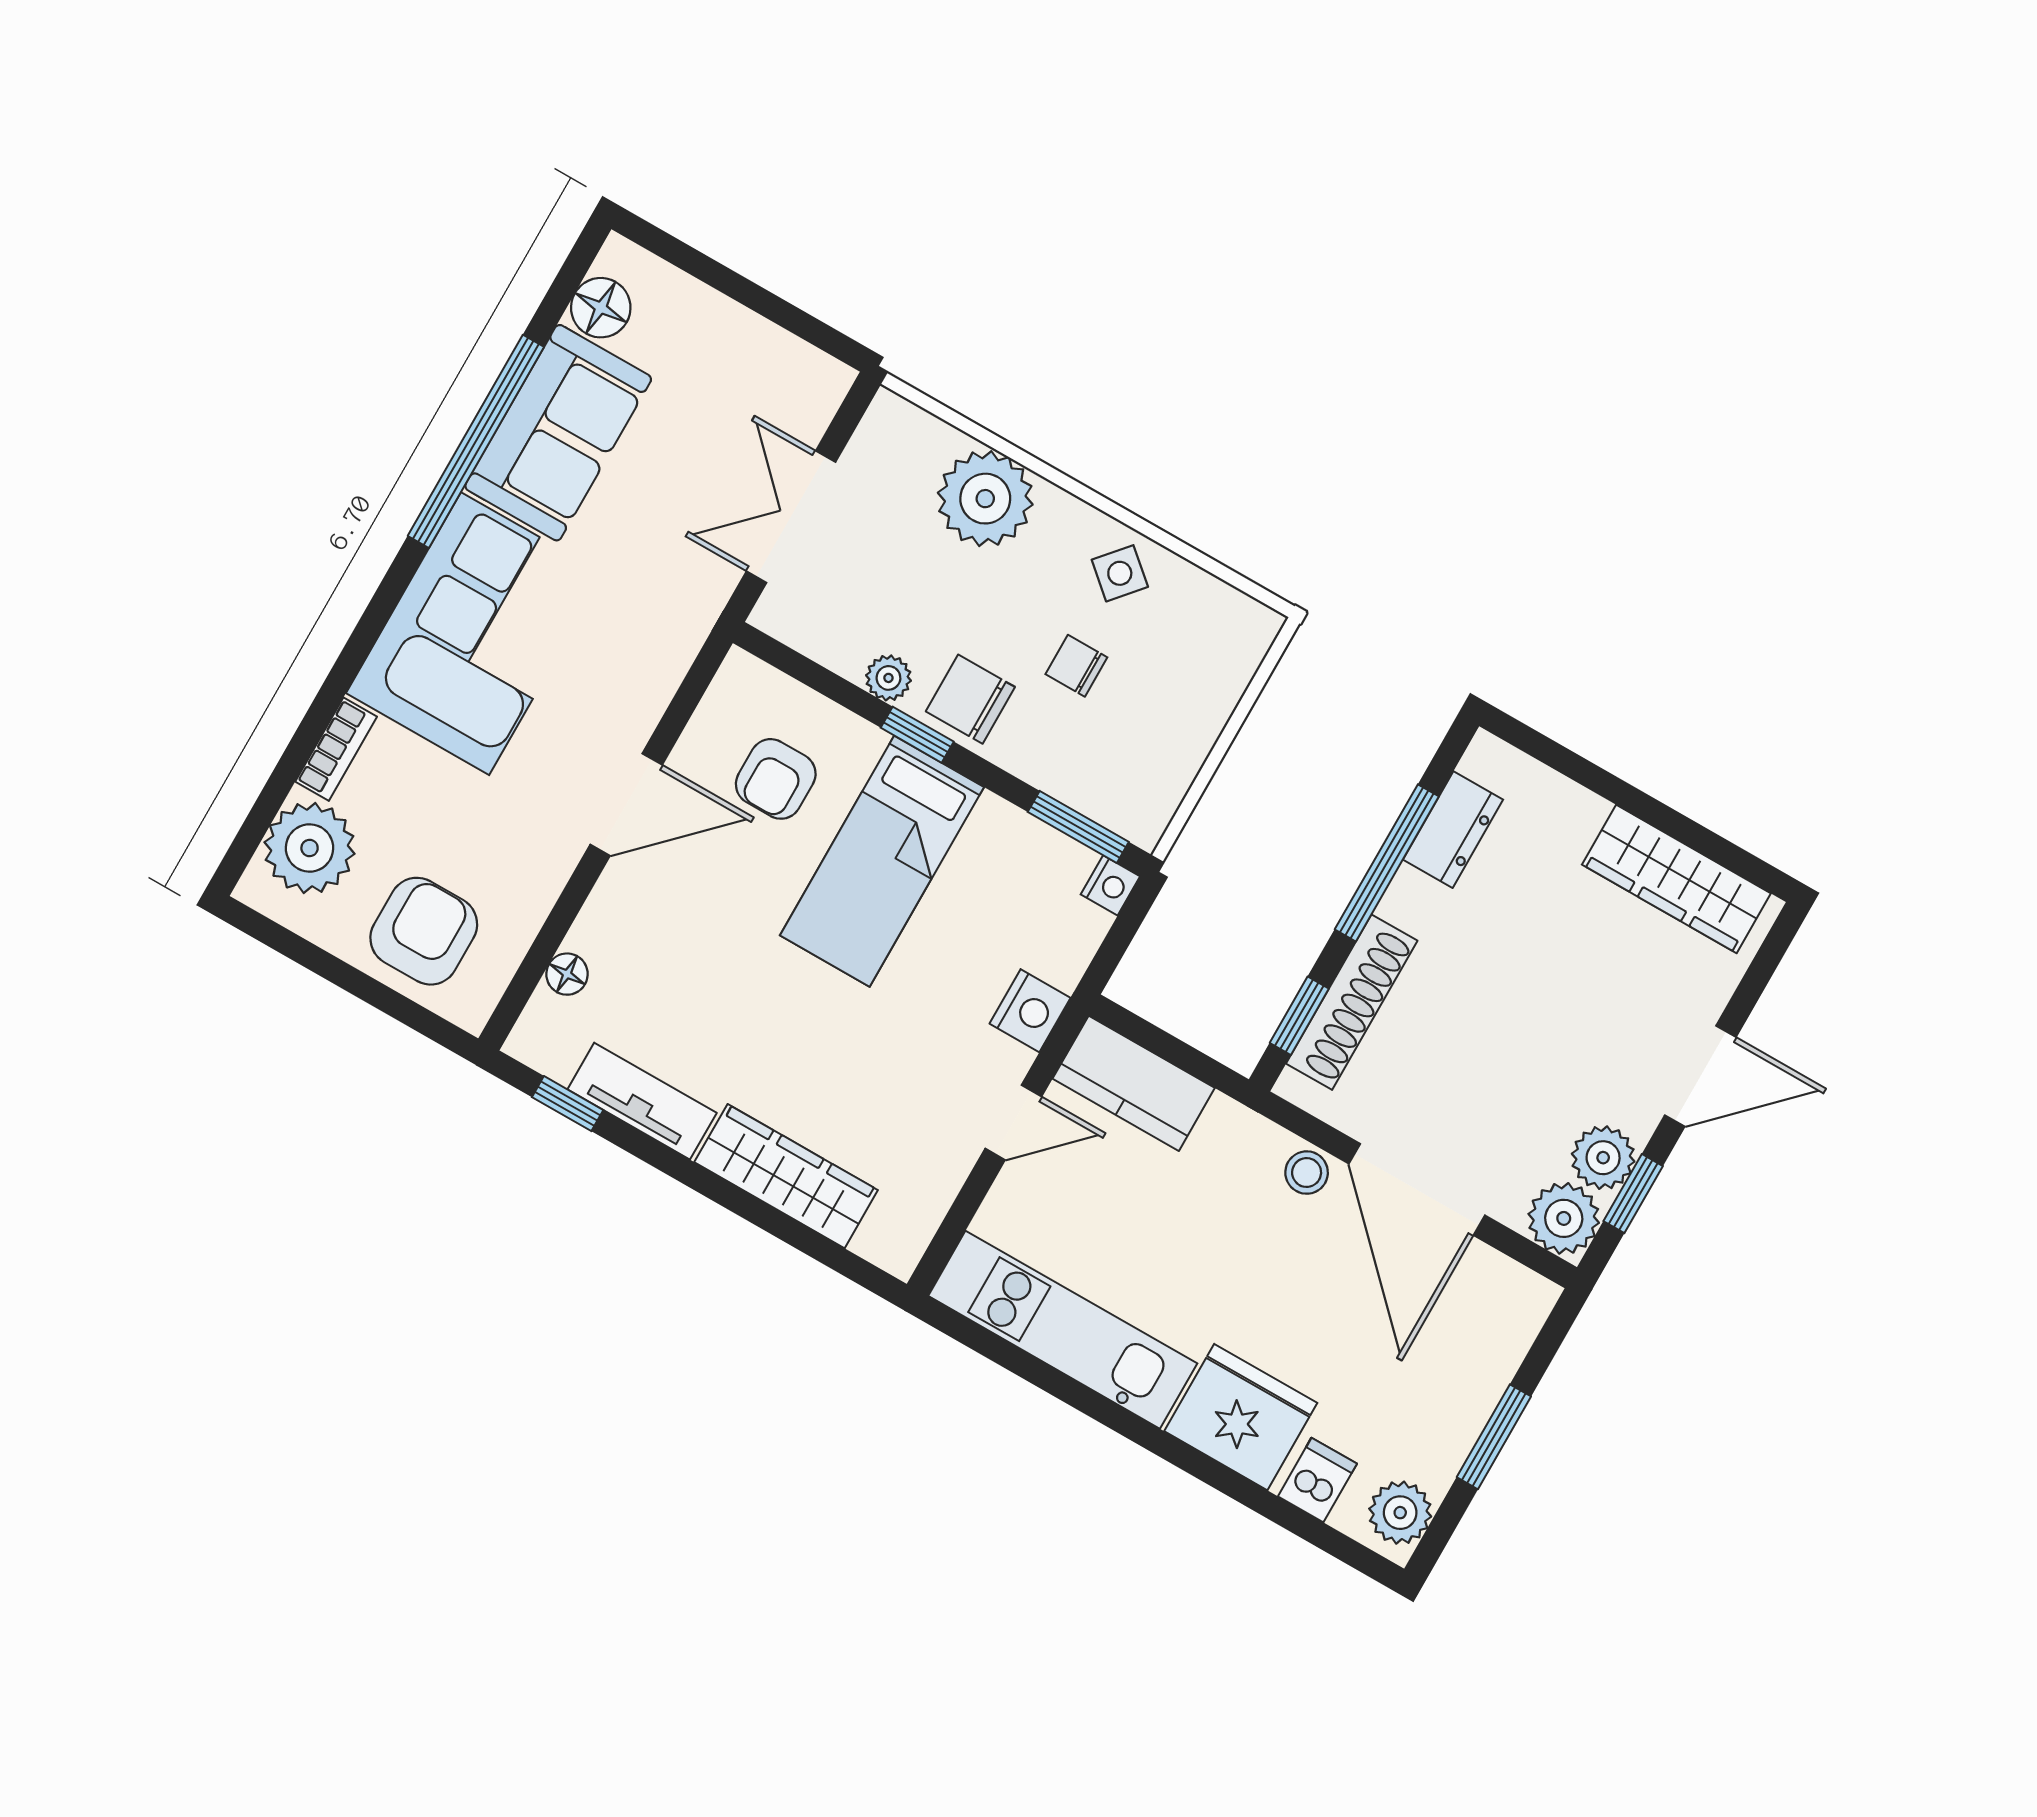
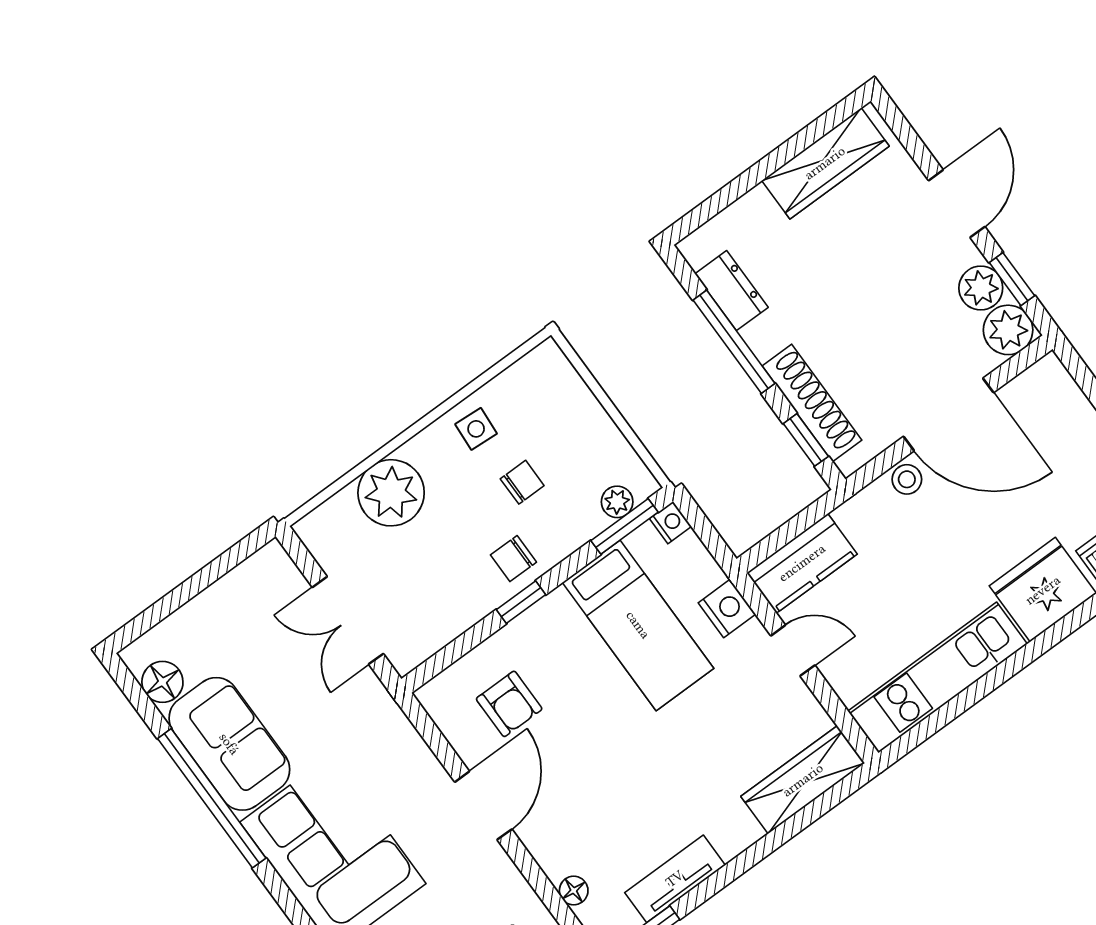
side table: (1120, 573) -> (476, 429), turned -37
chair: (1076, 666) -> (522, 482), turned 180
plant: (888, 678) -> (617, 502), moved
chair: (970, 699) -> (513, 559), width x0.73, depth x0.73
bed: (882, 861) -> (638, 625), moved
door: (1013, 1122) -> (793, 650), hinge flipped
wardrobe: (786, 1176) -> (803, 780), moved

